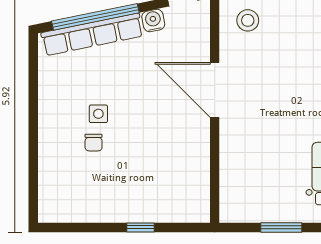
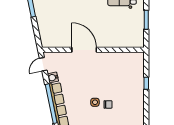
stool: (248, 20) -> (53, 35), removed
door: (215, 90) -> (84, 50), swing flipped

